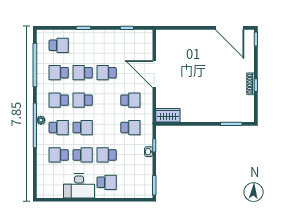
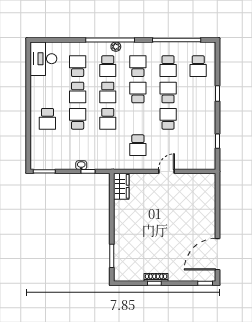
school desk: (59, 73) -> (168, 66), turned 180
door: (154, 74) -> (166, 171), width x0.53
school desk: (130, 128) -> (108, 119), moved
desk: (79, 186) -> (43, 59), moved

